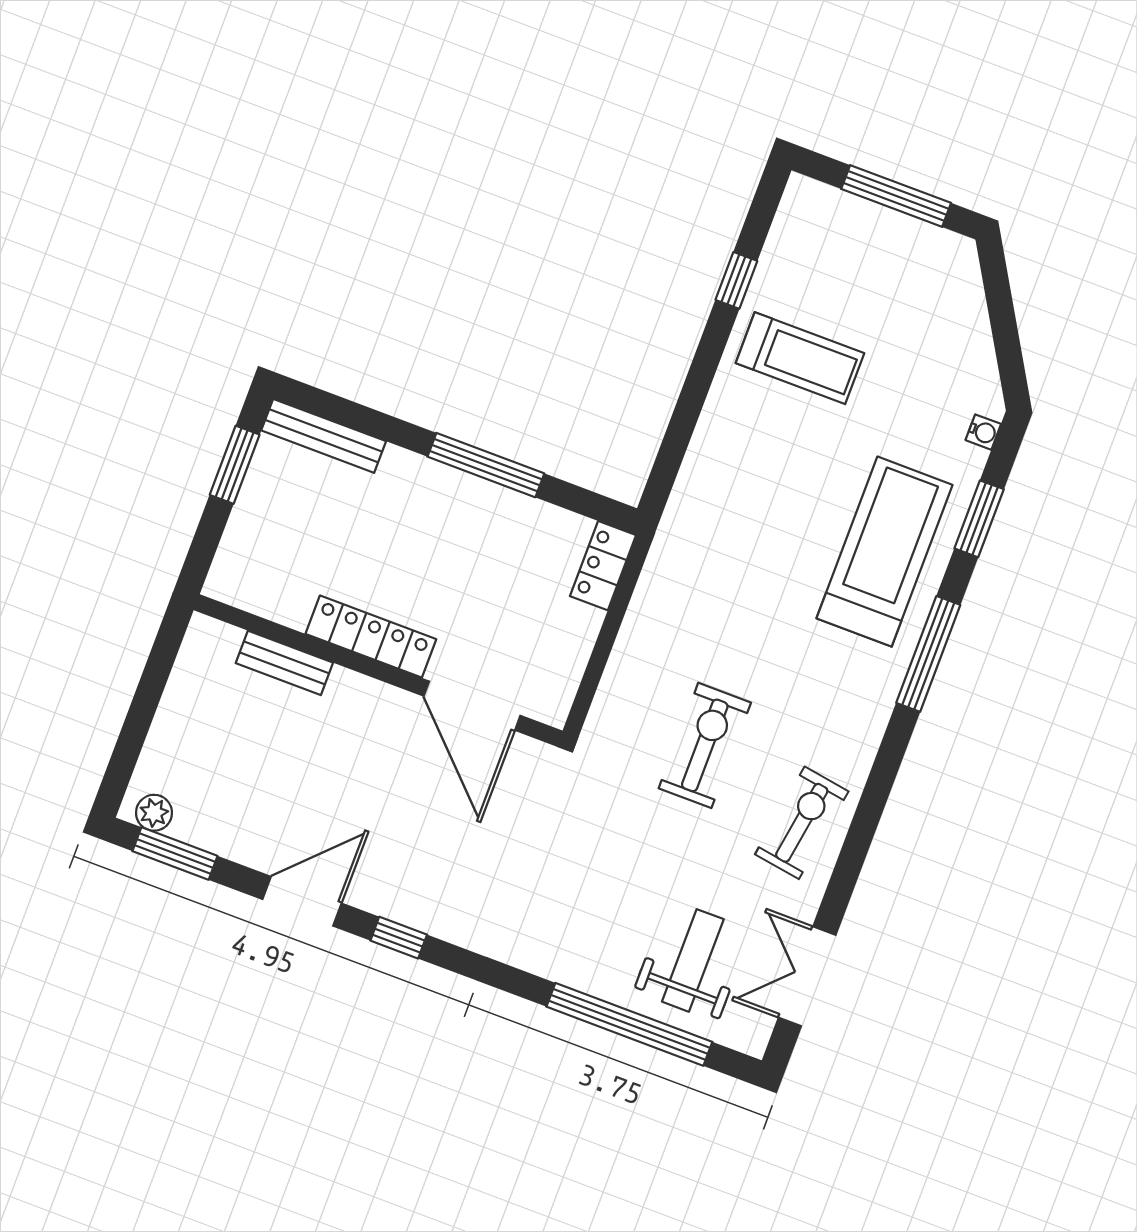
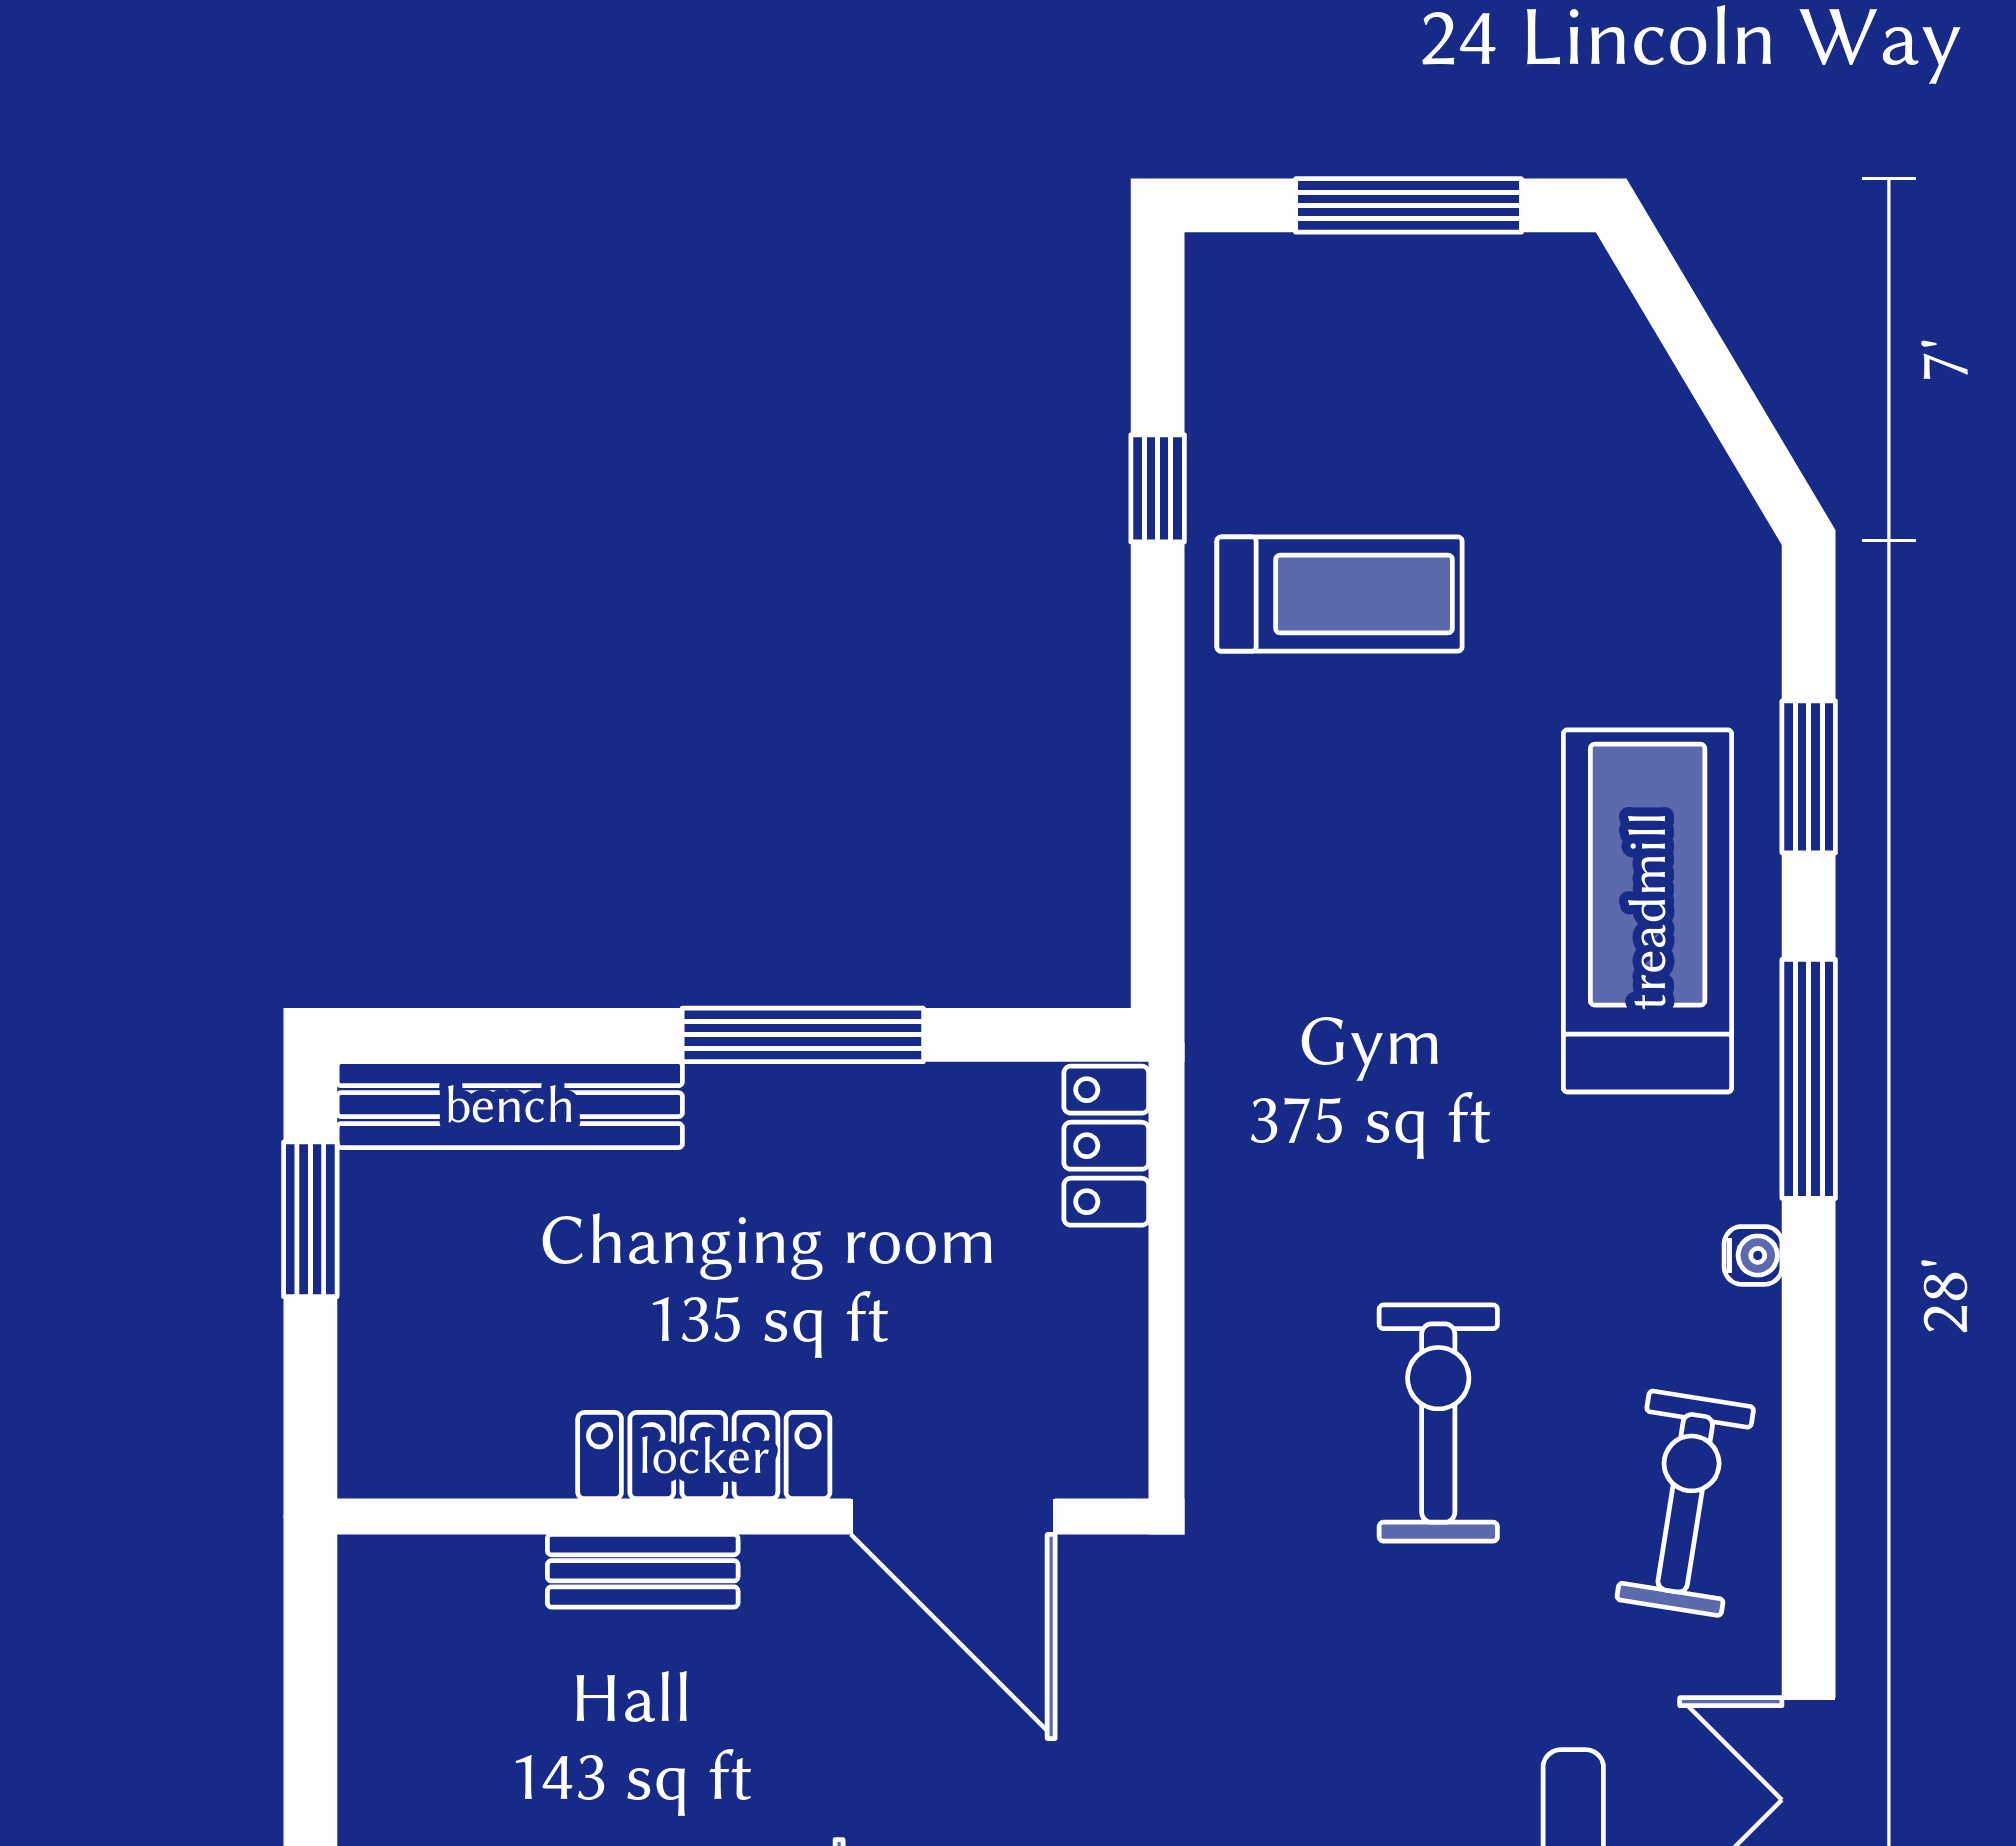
water cooler: (983, 432) -> (1753, 1255), moved
bench: (324, 436) -> (510, 1105), width x1.37, depth x1.21
bench: (284, 663) -> (643, 1571), moved

